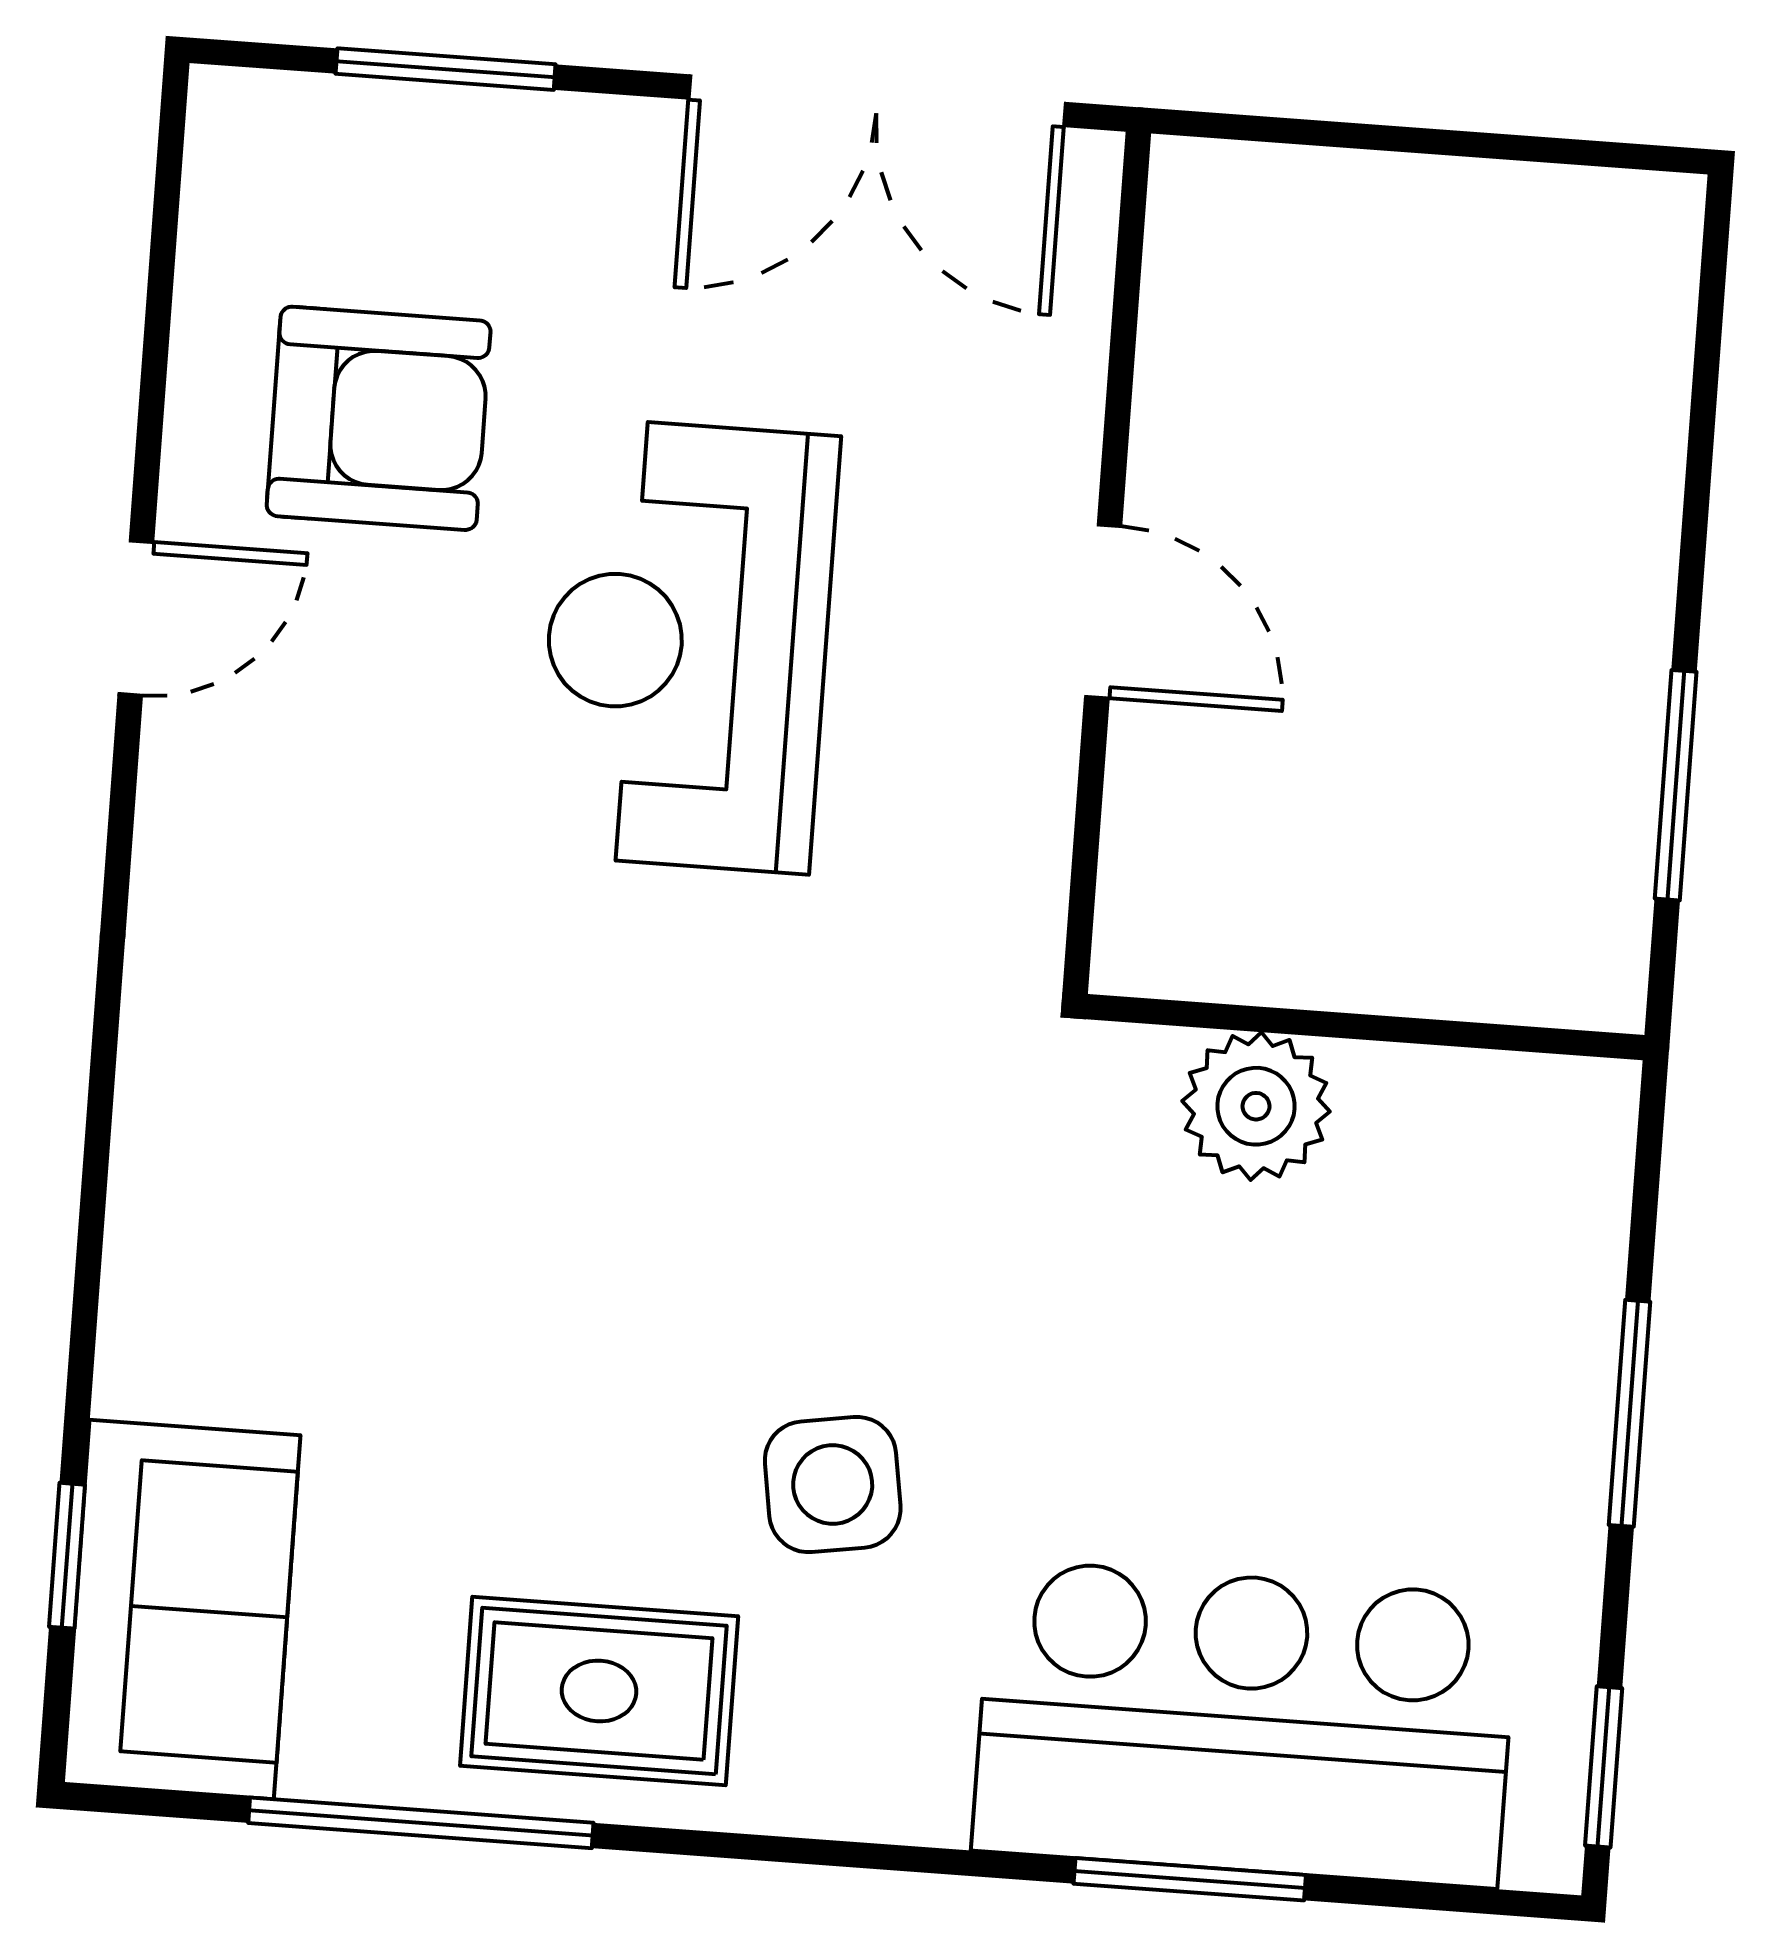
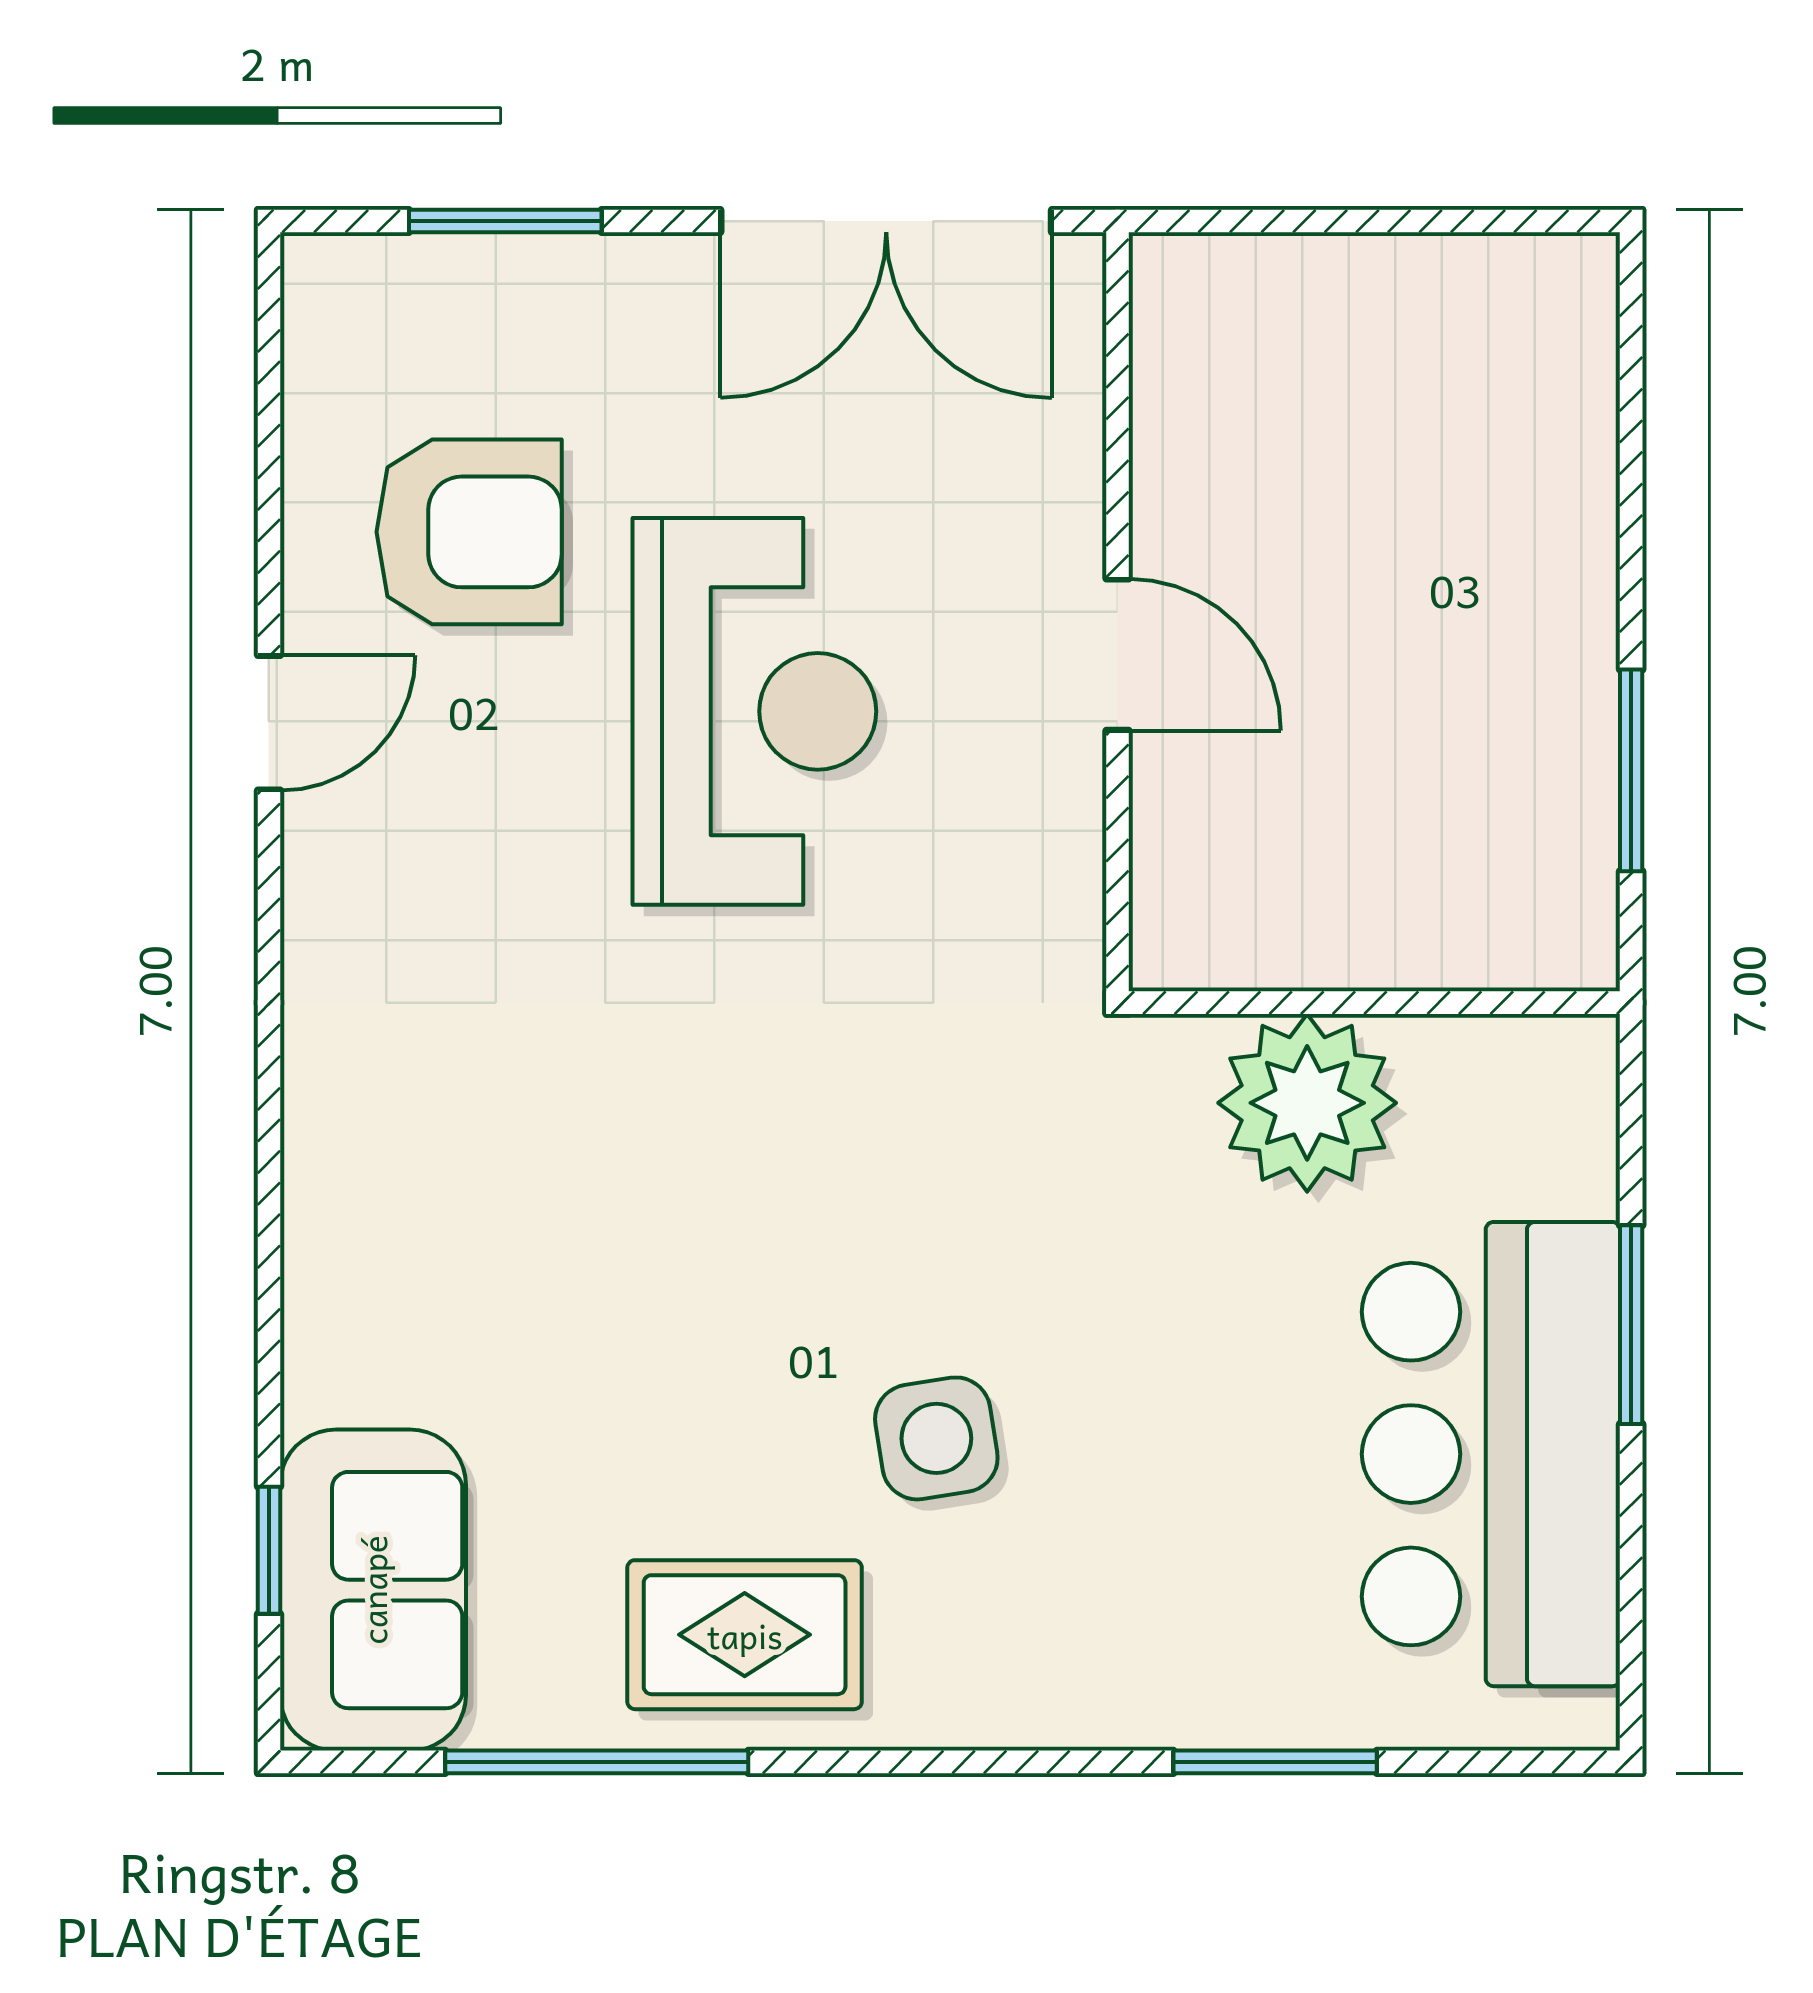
reception desk: (687, 645) -> (754, 711), turned 180
plant: (1256, 1106) -> (1307, 1103), width x1.36, depth x1.36
bar counter: (1245, 1724) -> (1491, 1454), moved, turned -90
window: (1604, 1767) -> (1631, 1637), removed

